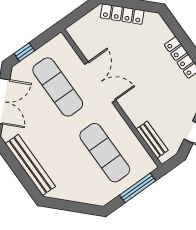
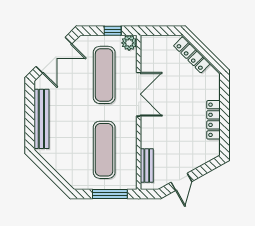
plant: (59, 43) -> (129, 43), added
window: (24, 52) -> (113, 31), moved

